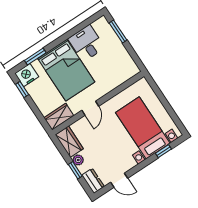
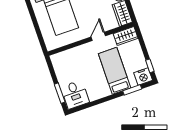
desk: (86, 43) -> (75, 94), moved
bed: (66, 70) -> (115, 71), width x0.67

